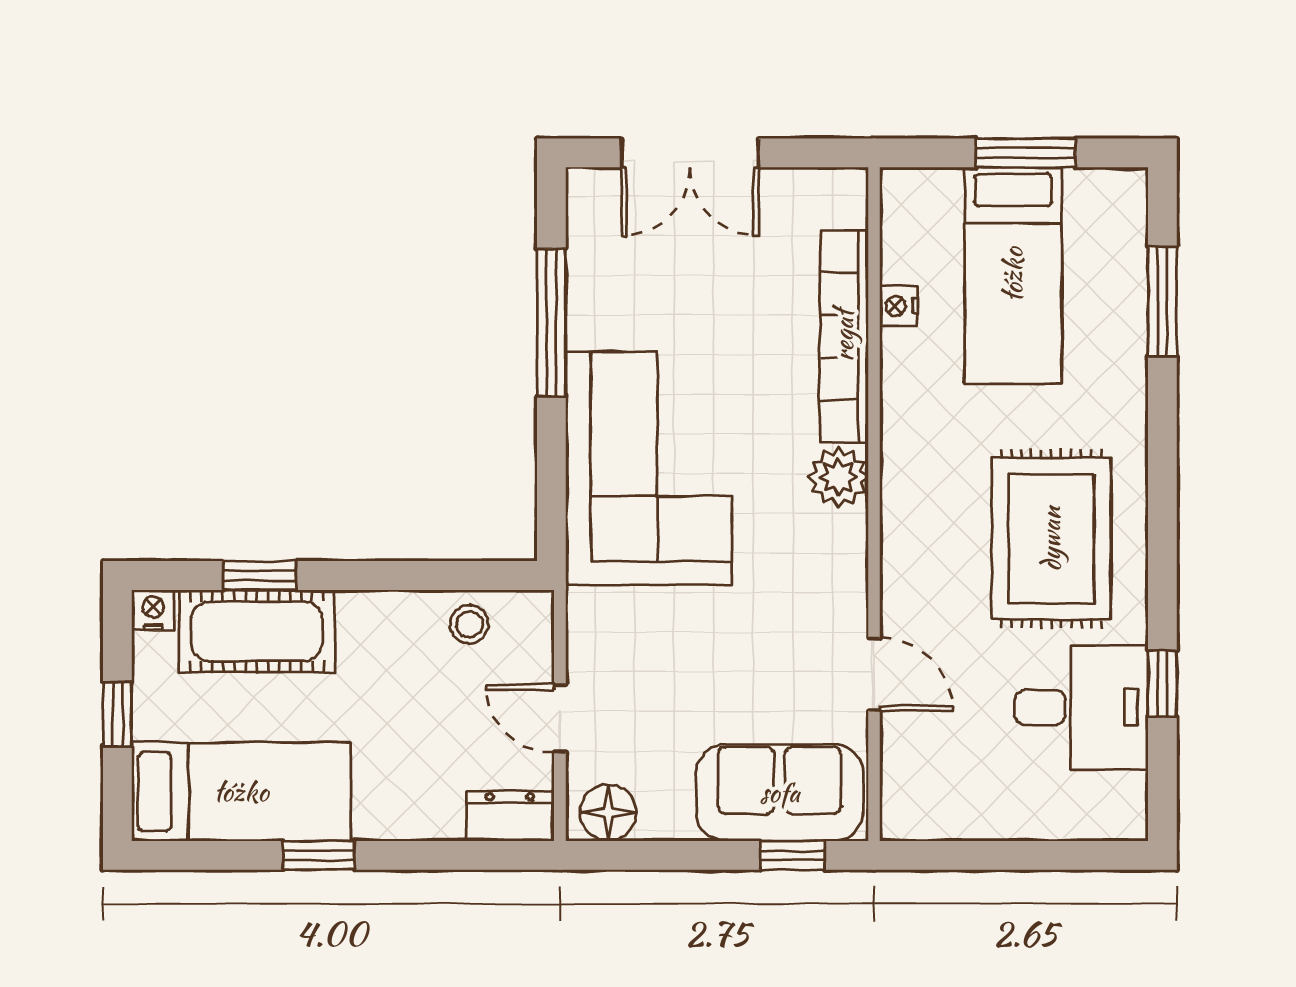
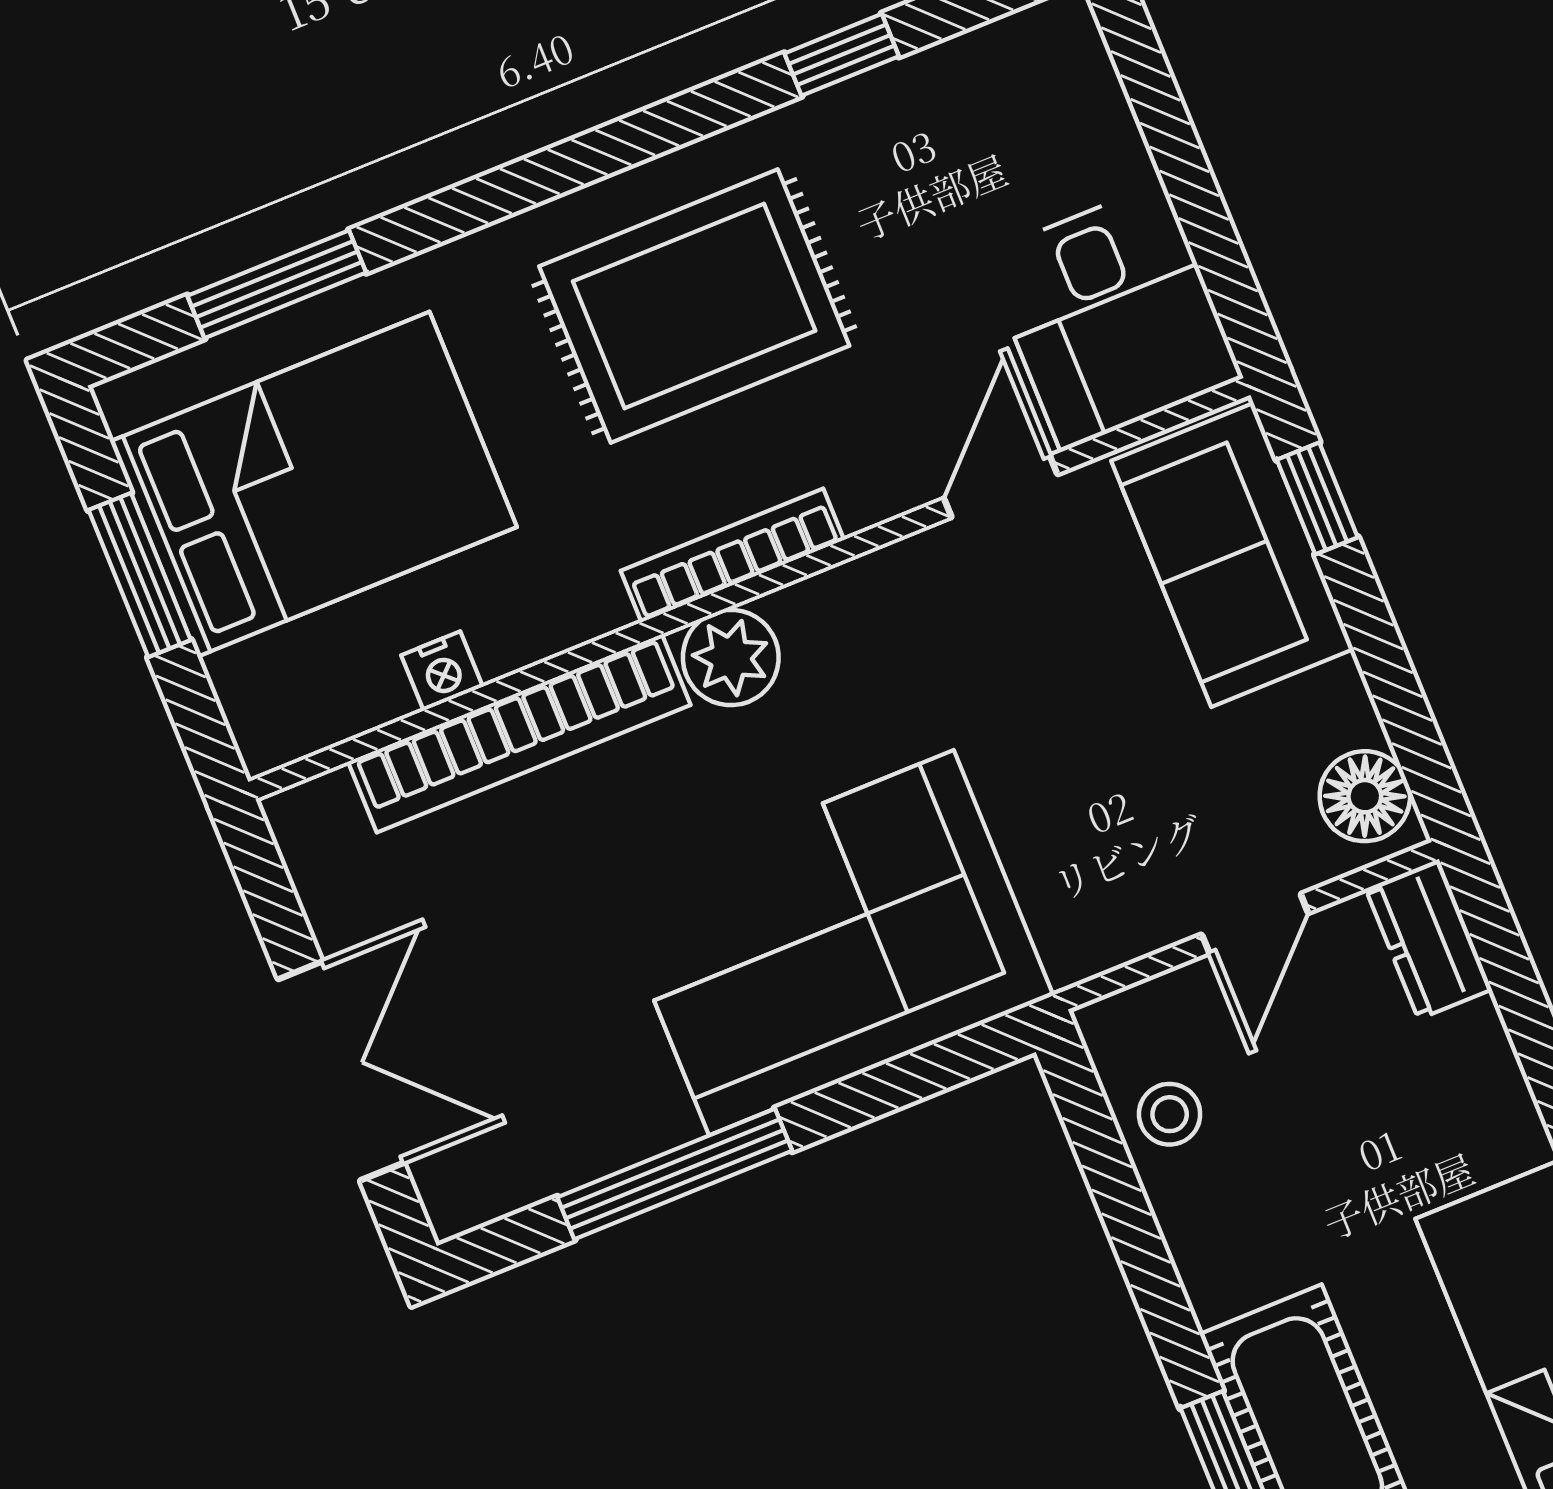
bed: (1013, 275) -> (313, 484), width x1.50
bookcase: (897, 502) -> (732, 555), added
desk: (1081, 708) -> (1112, 317), moved, turned 180

